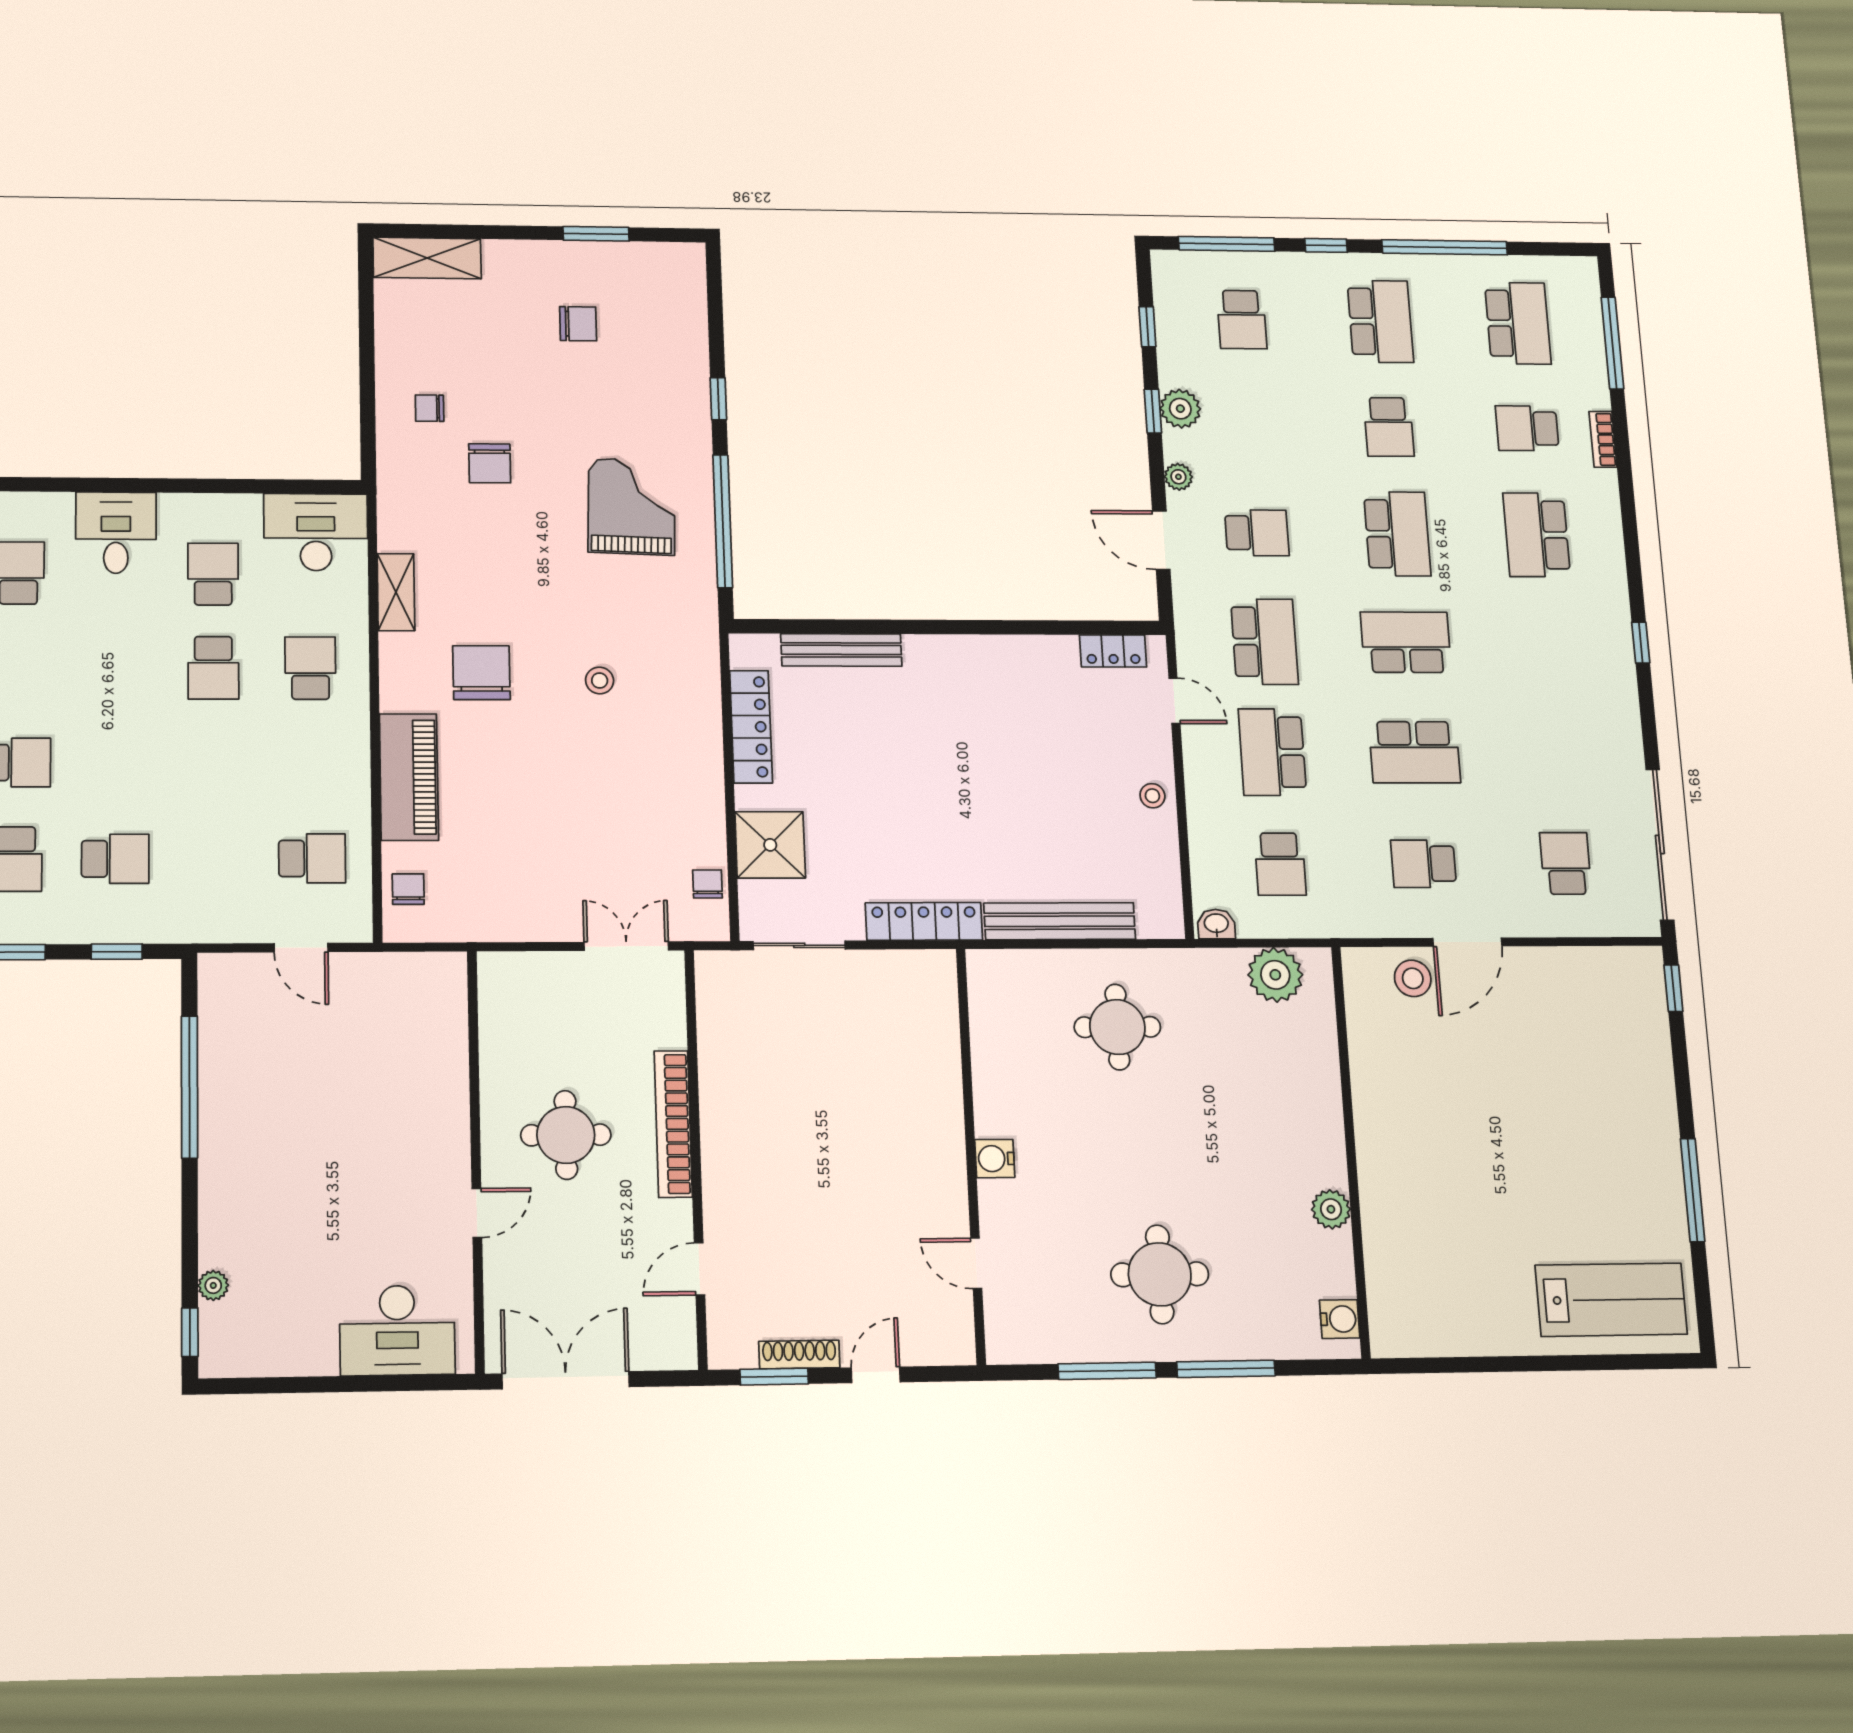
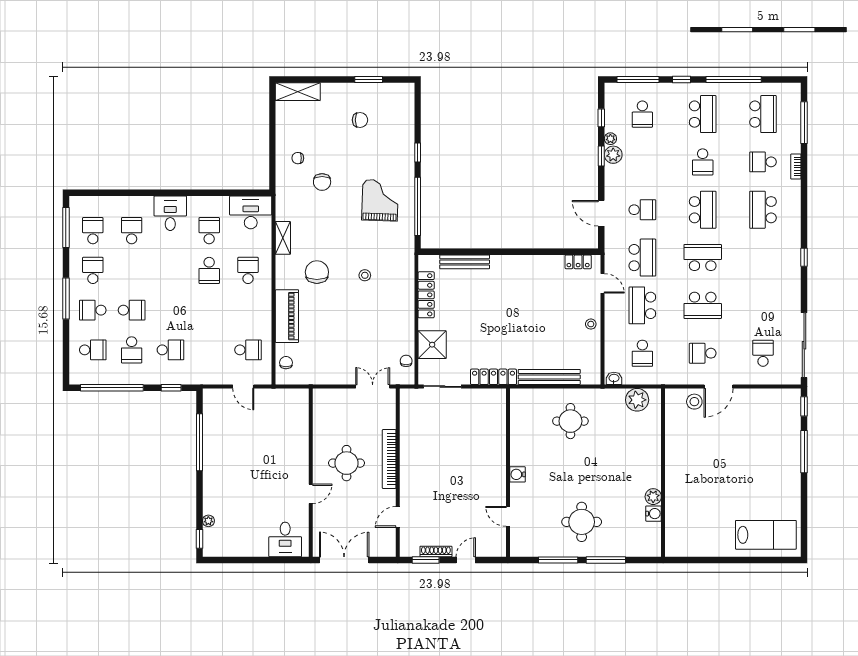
plant: (1178, 477) -> (610, 139), moved
window: (1693, 1190) -> (804, 452), moved
water cooler: (1340, 1319) -> (654, 514), moved
desk: (397, 1330) -> (285, 539), width x0.73

